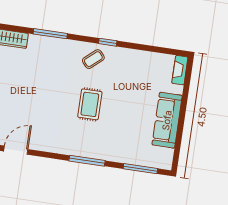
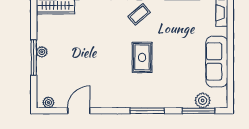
plant: (146, 159) -> (203, 100), added

